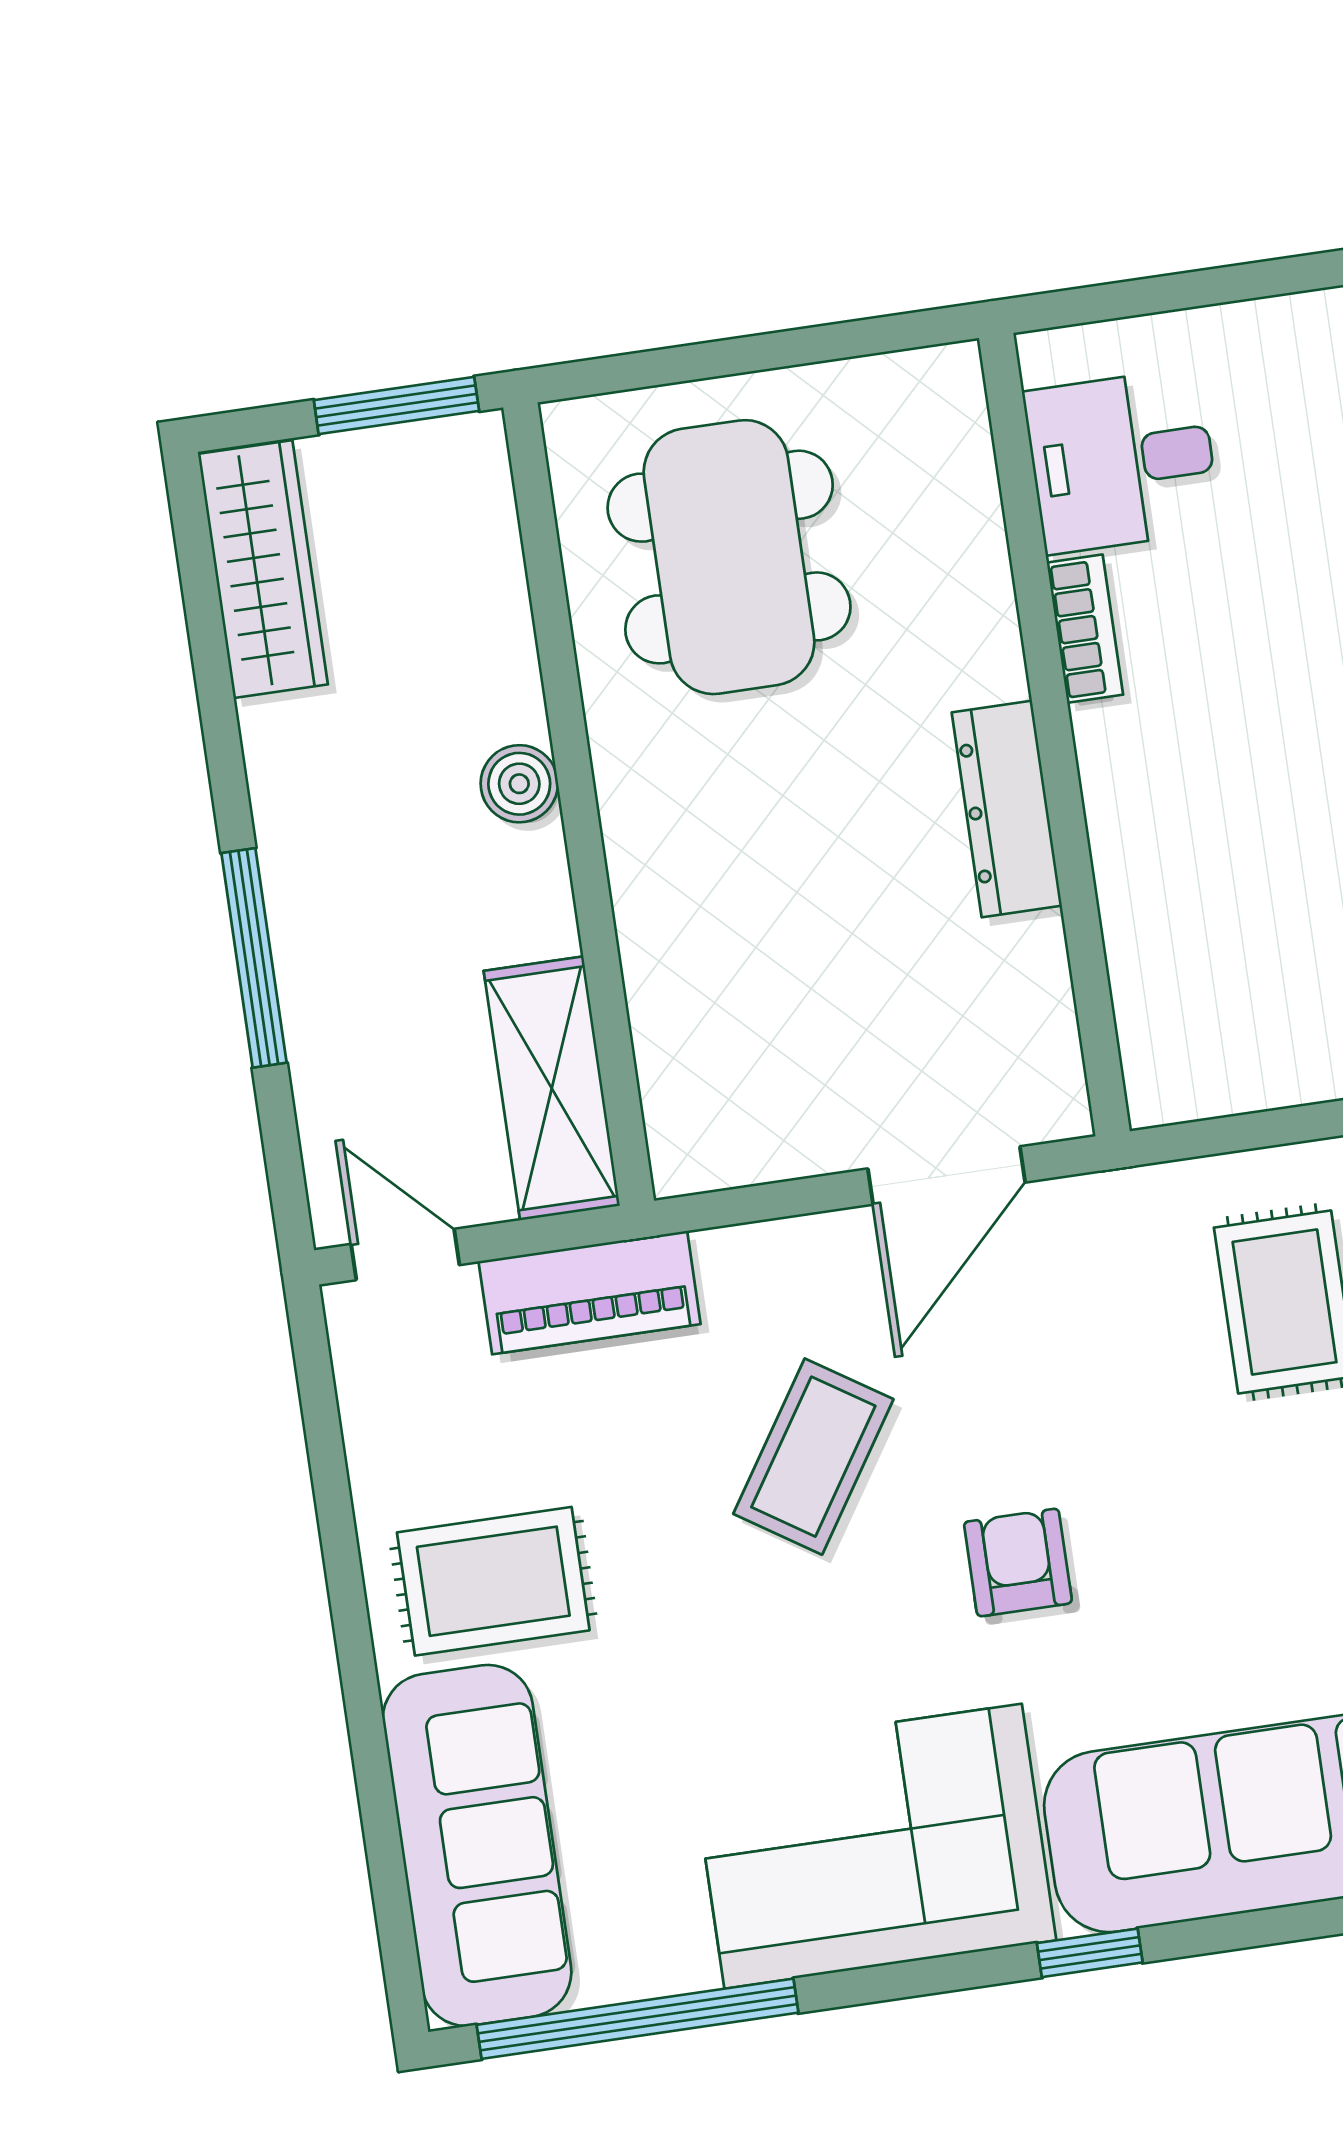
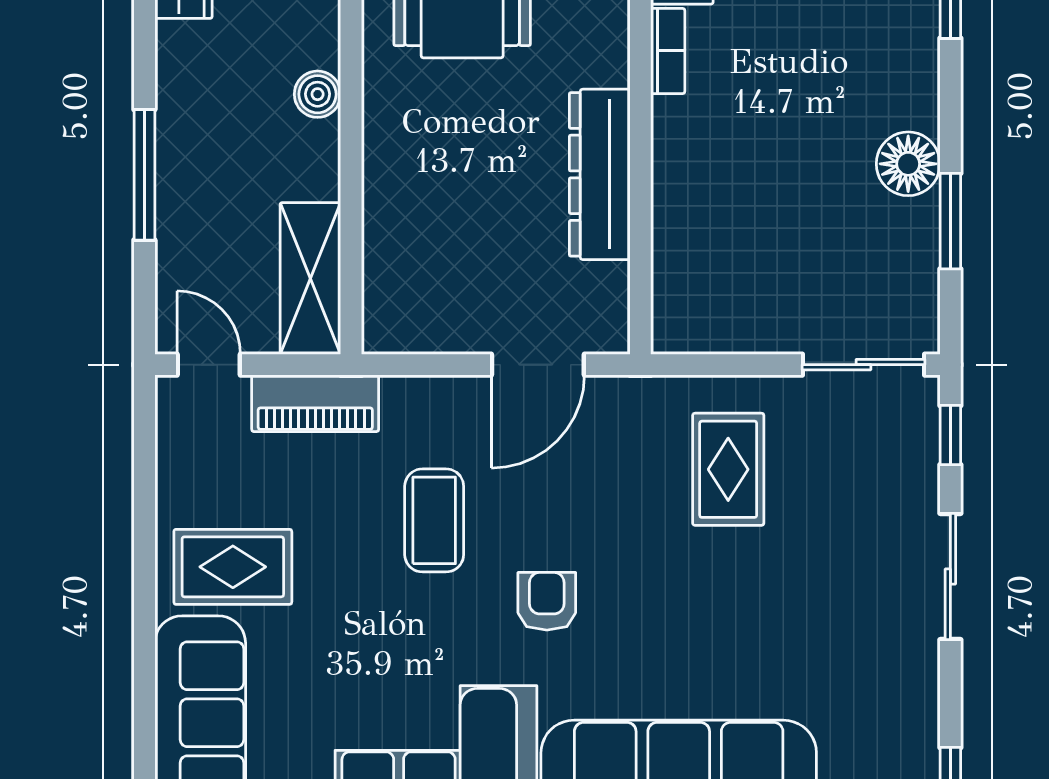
dresser: (1007, 809) -> (600, 174), width x1.37, depth x1.24
coffee table: (813, 1457) -> (434, 520), turned -33

